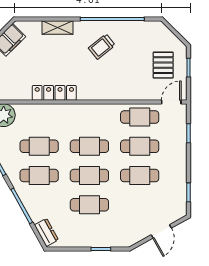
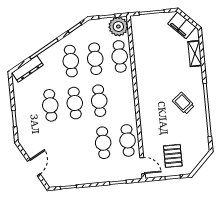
shelving: (57, 28) -> (195, 54), moved
pallet: (163, 65) -> (173, 156), turned 90
locker: (54, 93) -> (141, 67), removed
cafe table: (140, 176) -> (120, 56), moved
door: (161, 231) -> (34, 168), swing flipped
dresser: (46, 232) -> (28, 69), width x1.44

